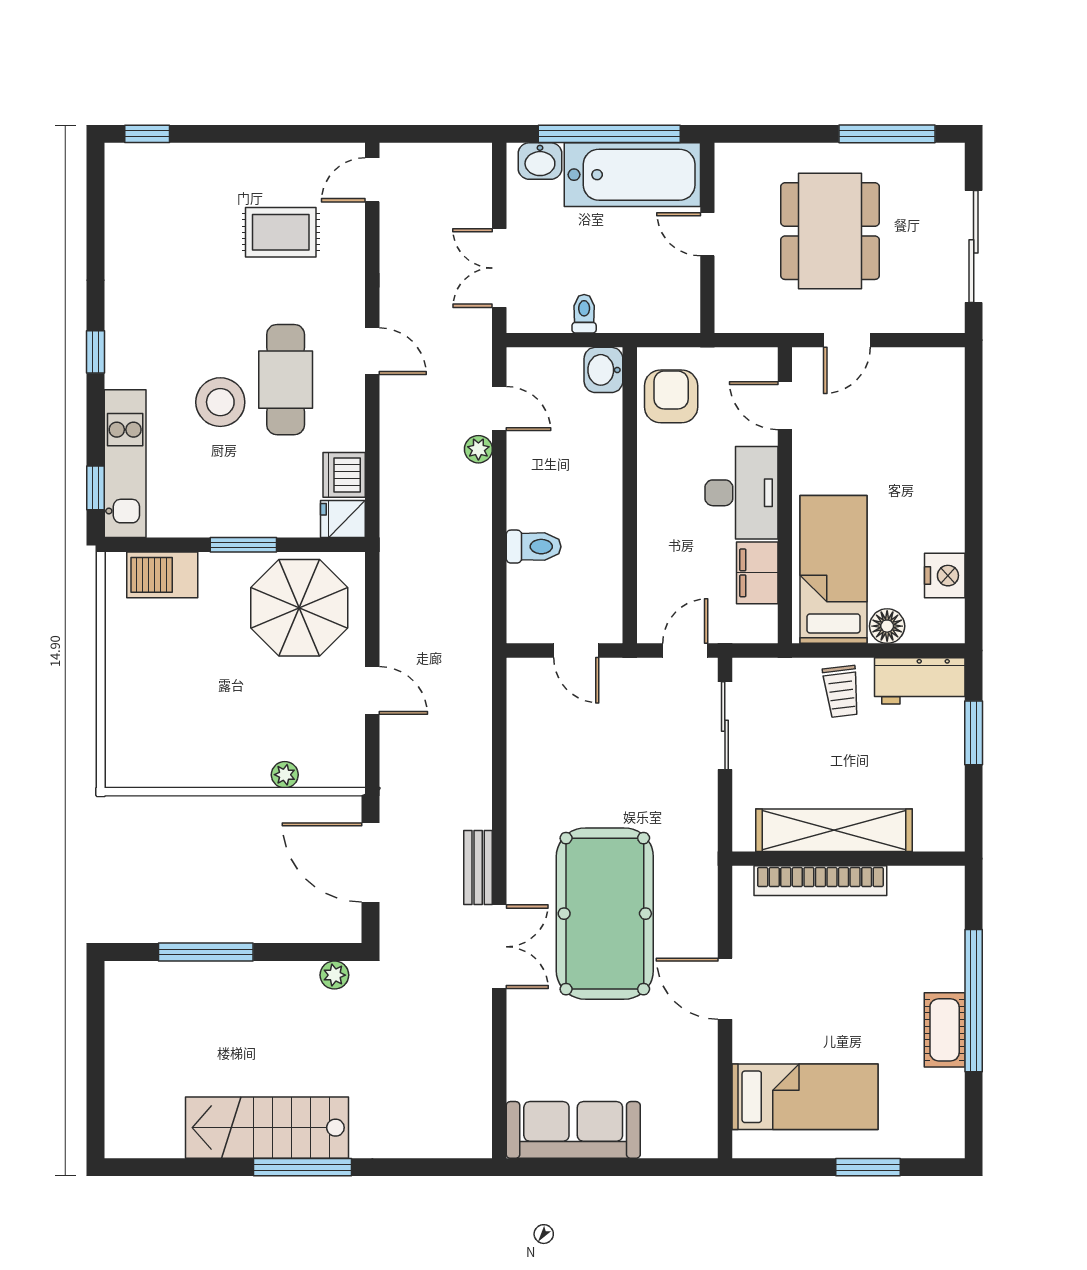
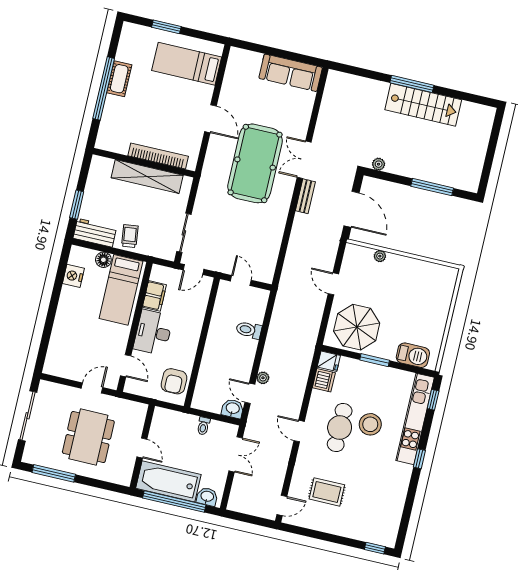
washbasin: (603, 370) -> (233, 409), moved, turned -90
kitchen unit: (125, 464) -> (415, 419), width x1.36

